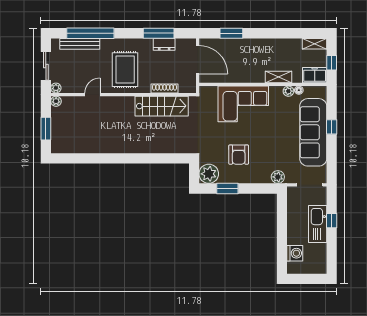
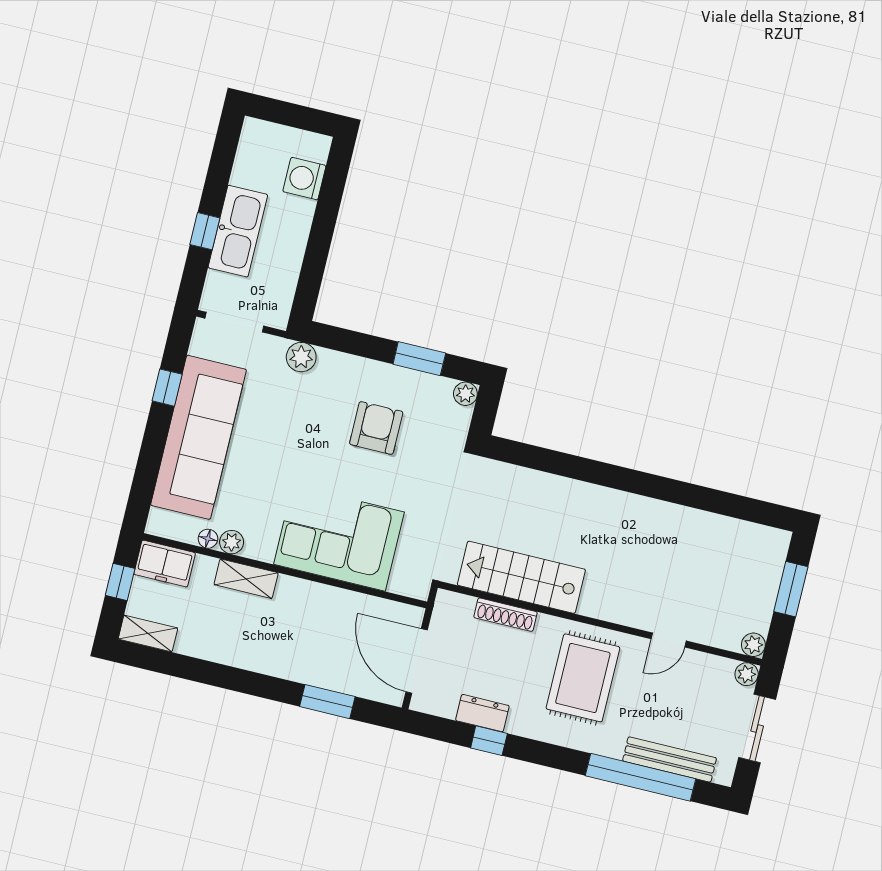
window: (159, 33) -> (489, 741), width x0.46
window: (332, 127) -> (167, 388), moved
plant: (209, 174) -> (465, 394), width x0.53, depth x0.53

